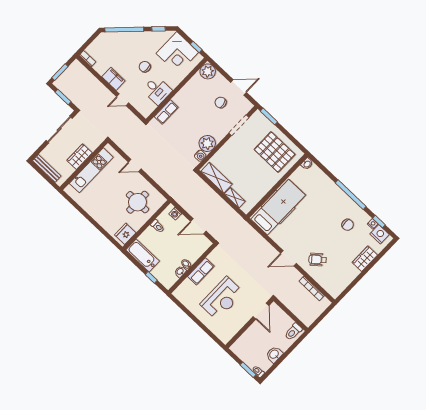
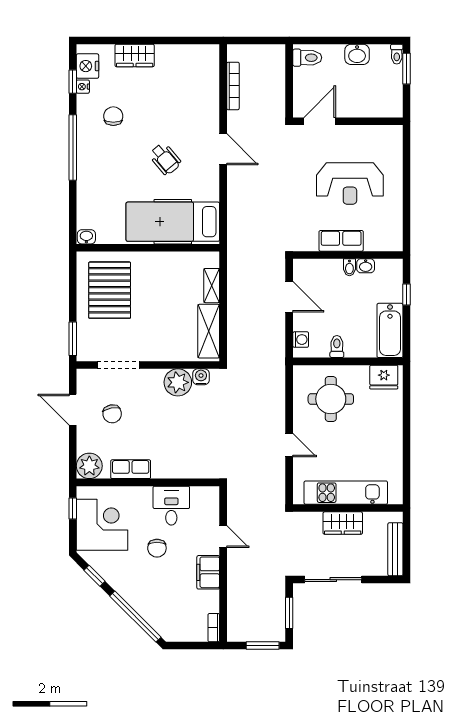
row of seats: (166, 112) -> (131, 469), moved
wheelchair: (318, 260) -> (165, 159), moved
reception desk: (222, 299) -> (350, 183), turned 180

